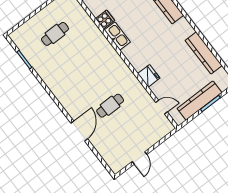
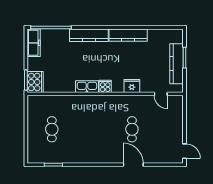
cooker: (105, 20) -> (105, 86), moved
kitchen counter: (204, 53) -> (128, 35), moved
door: (161, 107) -> (161, 94), swing flipped
door: (139, 158) -> (185, 151), moved

